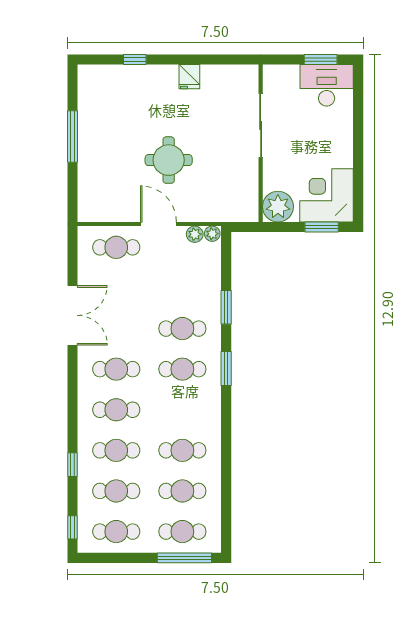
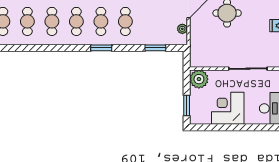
corner desk: (326, 195) -> (228, 108), moved, turned -90
plant: (212, 234) -> (183, 39), removed
window: (226, 307) -> (155, 48), moved
cafe table: (182, 410) -> (76, 21), added

